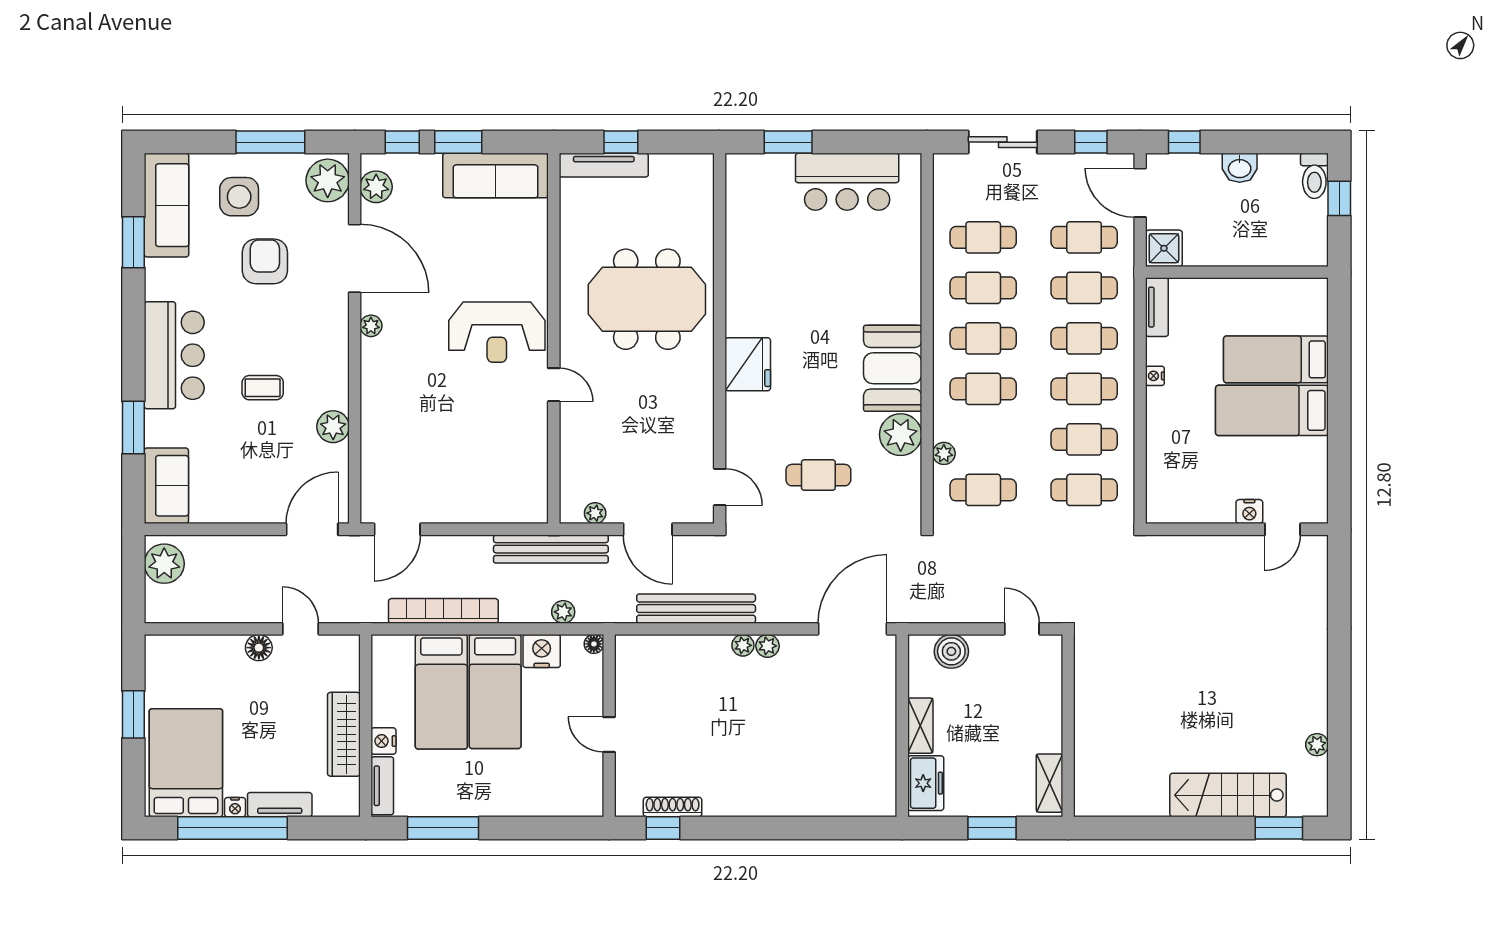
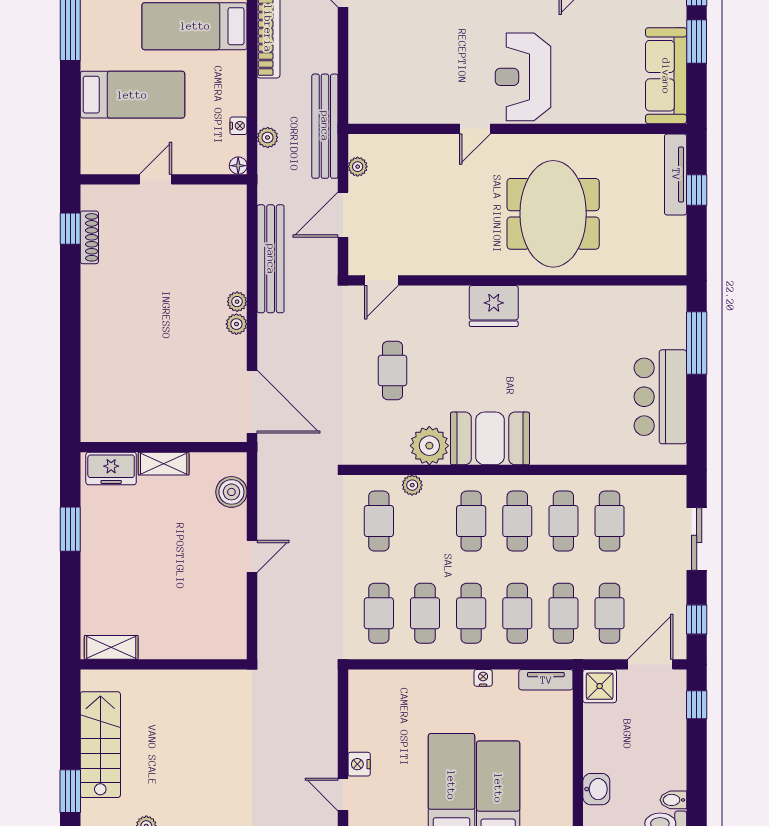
window: (788, 142) -> (697, 343), width x1.44
washbasin: (1240, 168) -> (596, 789), moved, turned 180
bidet: (1289, 168) -> (673, 800), added
nightstand: (542, 651) -> (238, 126), width x0.53, depth x0.56
bed: (495, 692) -> (132, 95), moved, turned 180
wall: (1068, 726) -> (164, 664), moved
shelving: (1050, 783) -> (111, 647), moved

